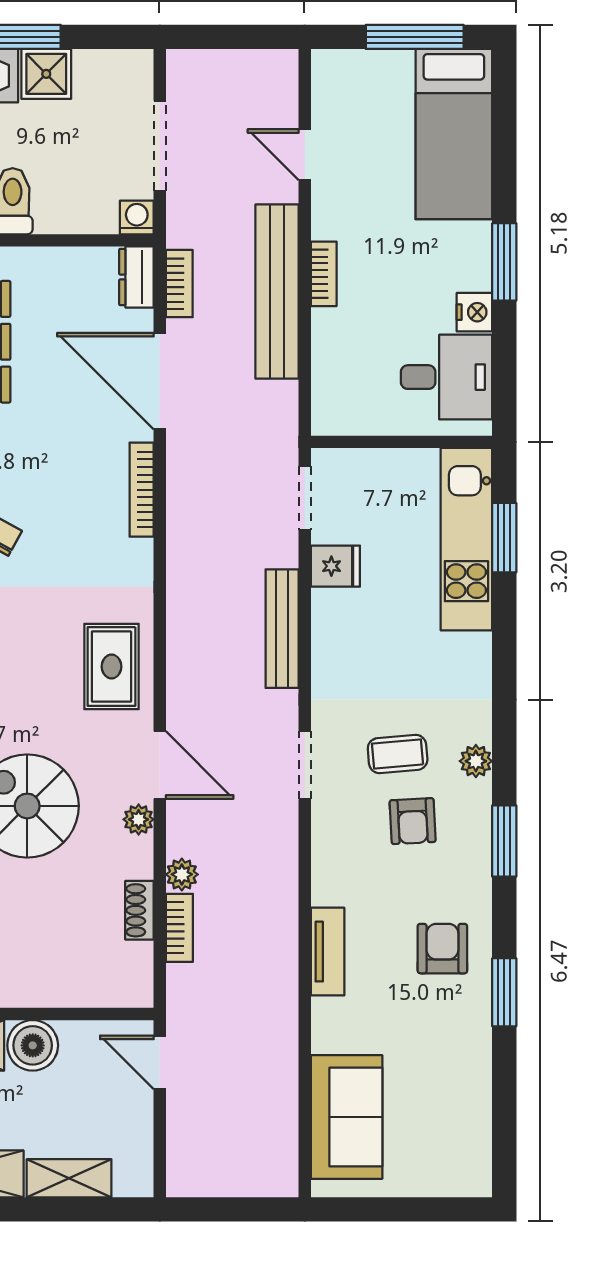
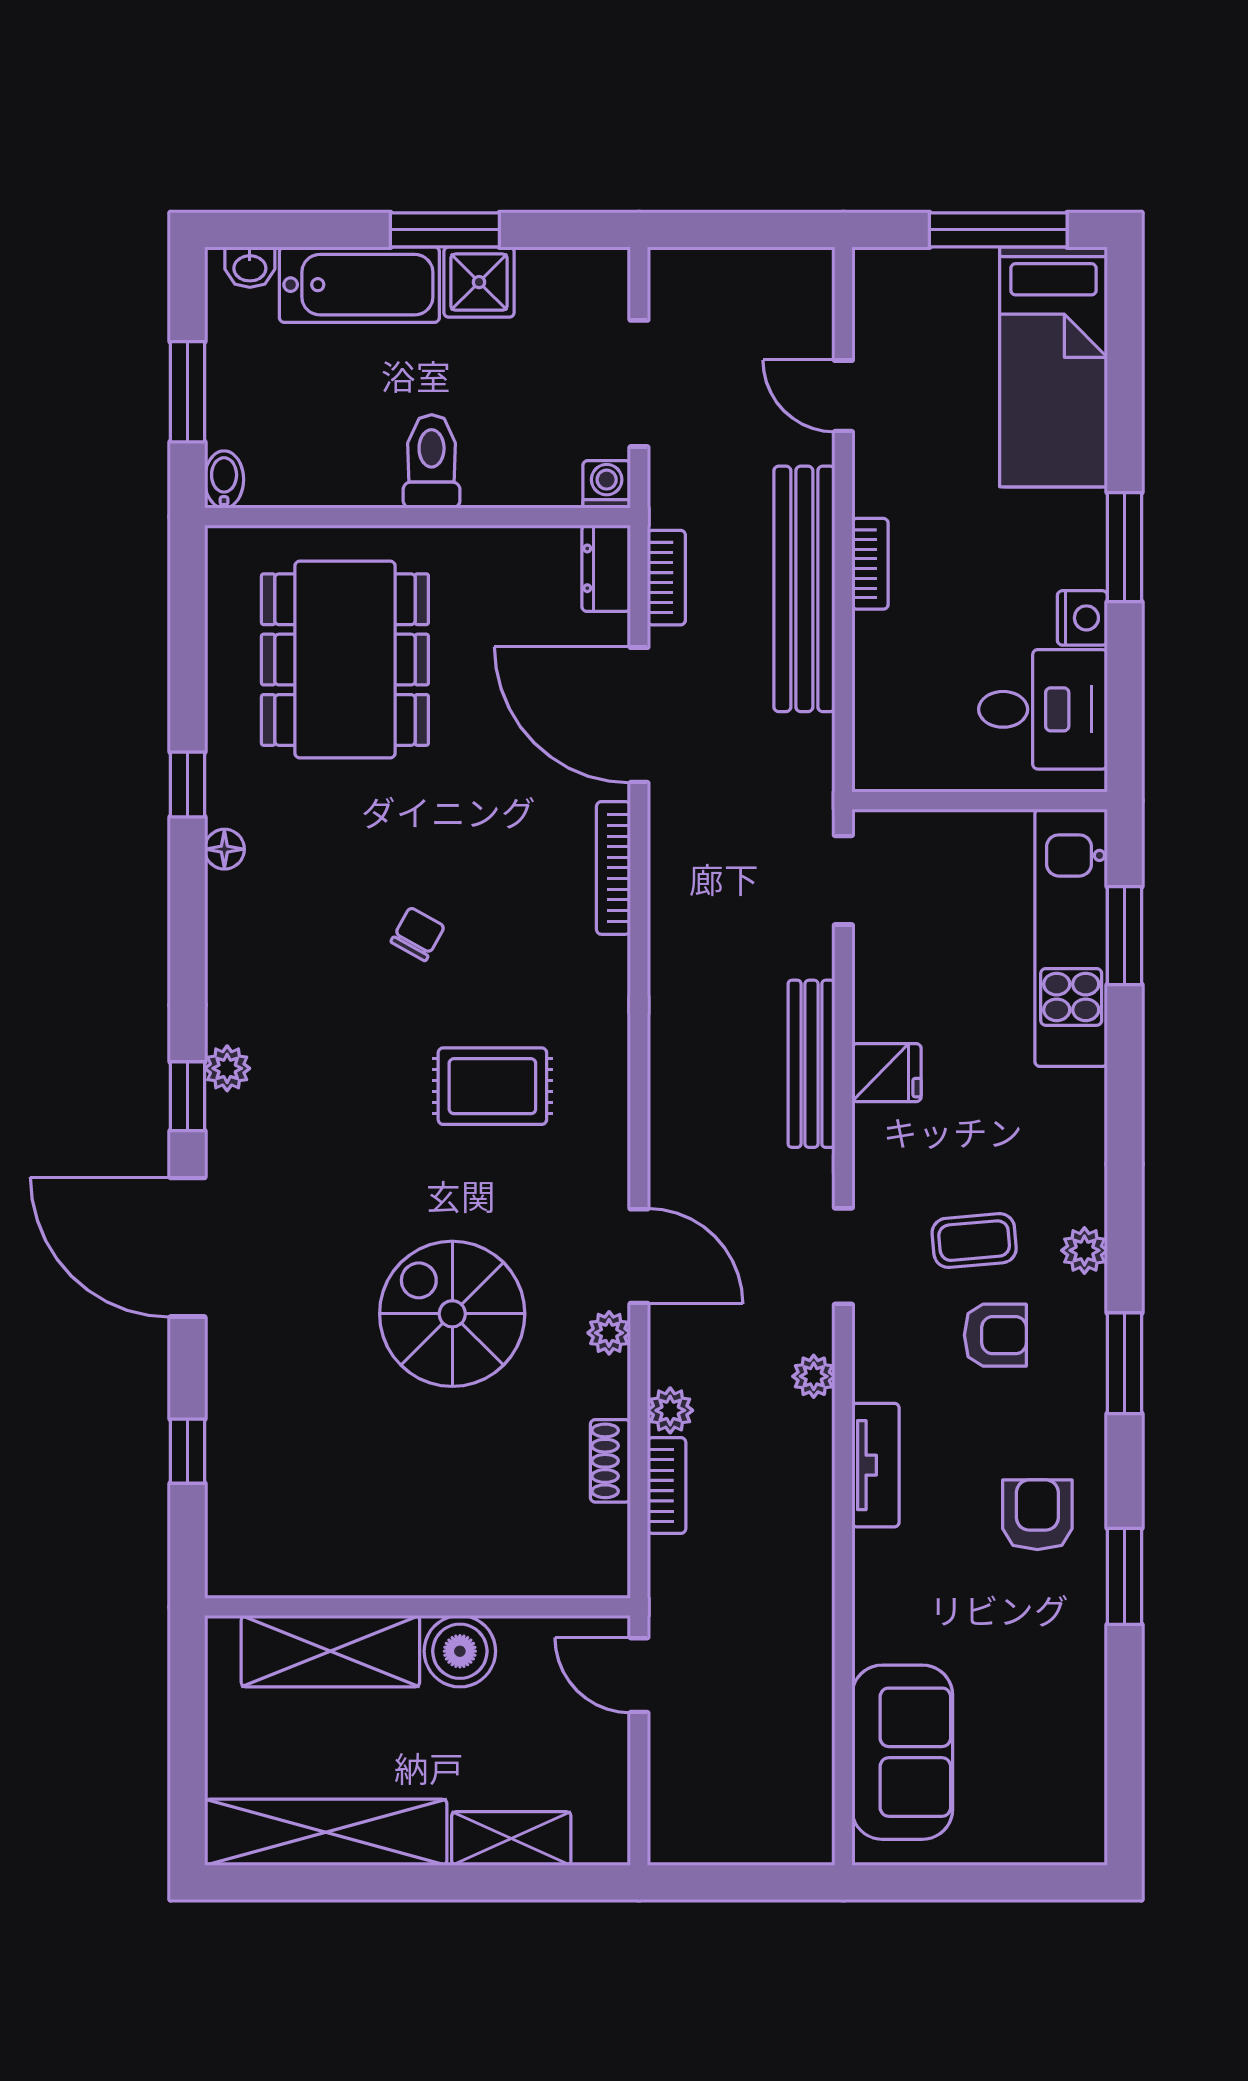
fridge: (335, 566) -> (887, 1073), moved
rug: (112, 667) -> (492, 1086), moved, turned 90
armchair: (413, 821) -> (995, 1335), turned -87
plant: (284, 850) -> (814, 1376), added
tv unit: (328, 952) -> (876, 1465), moved

